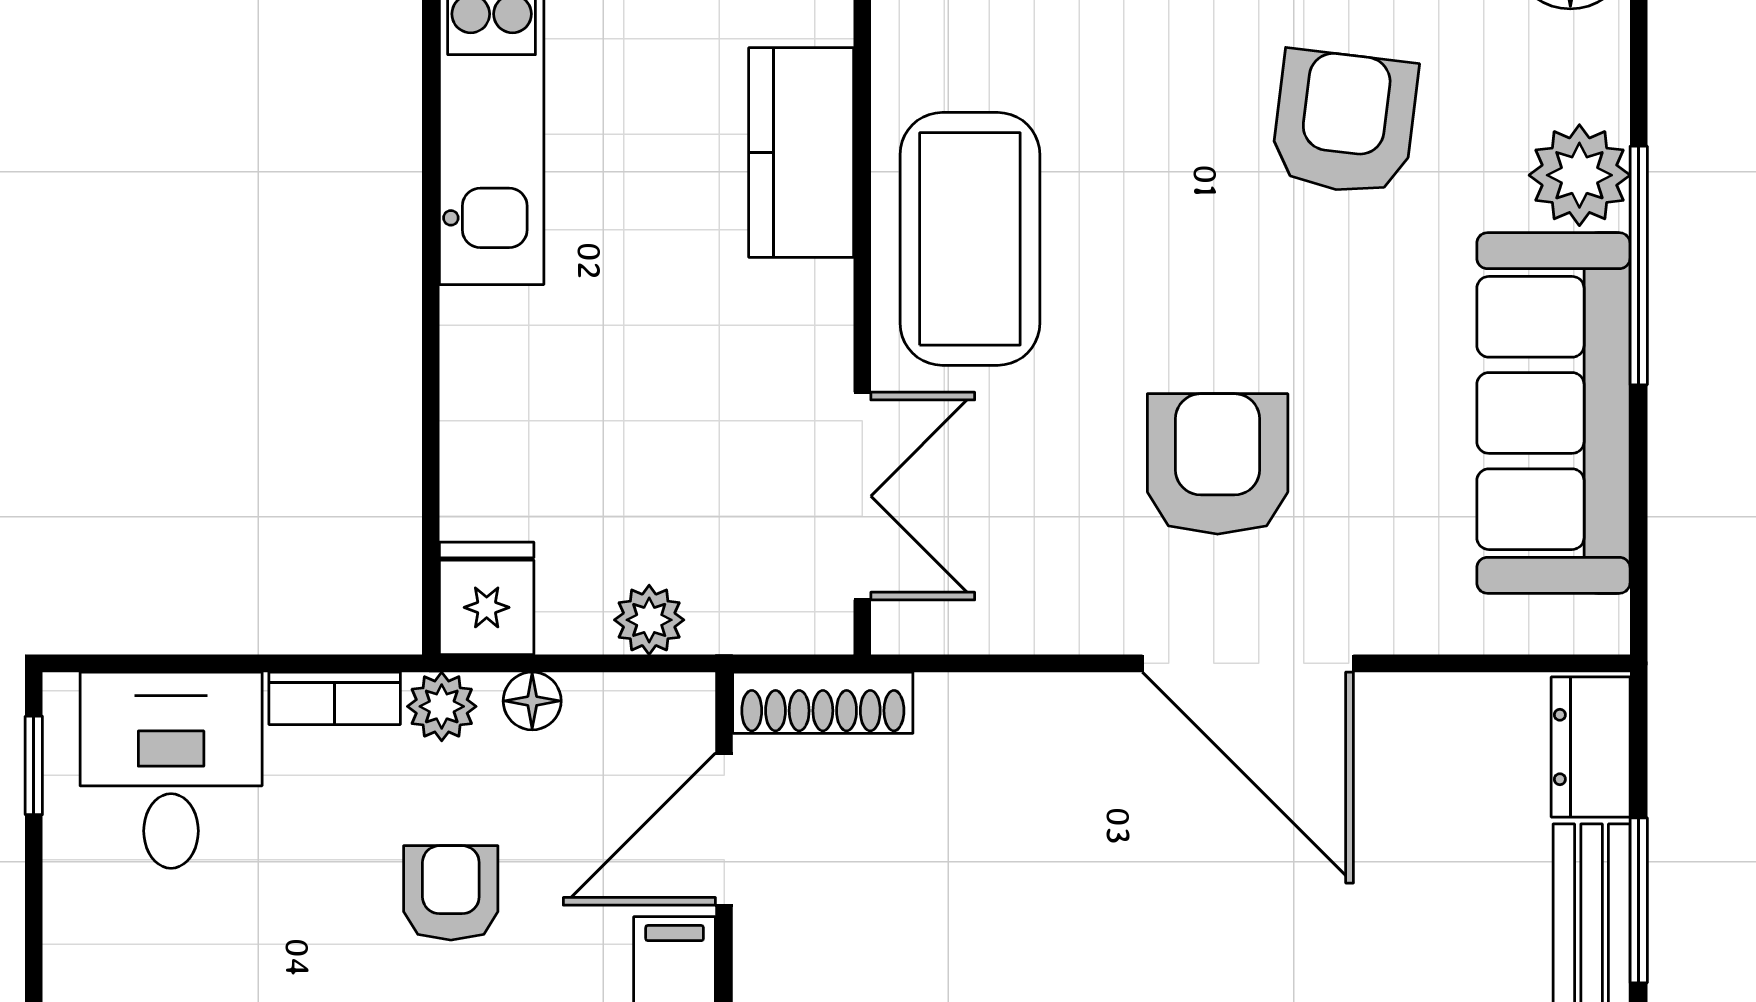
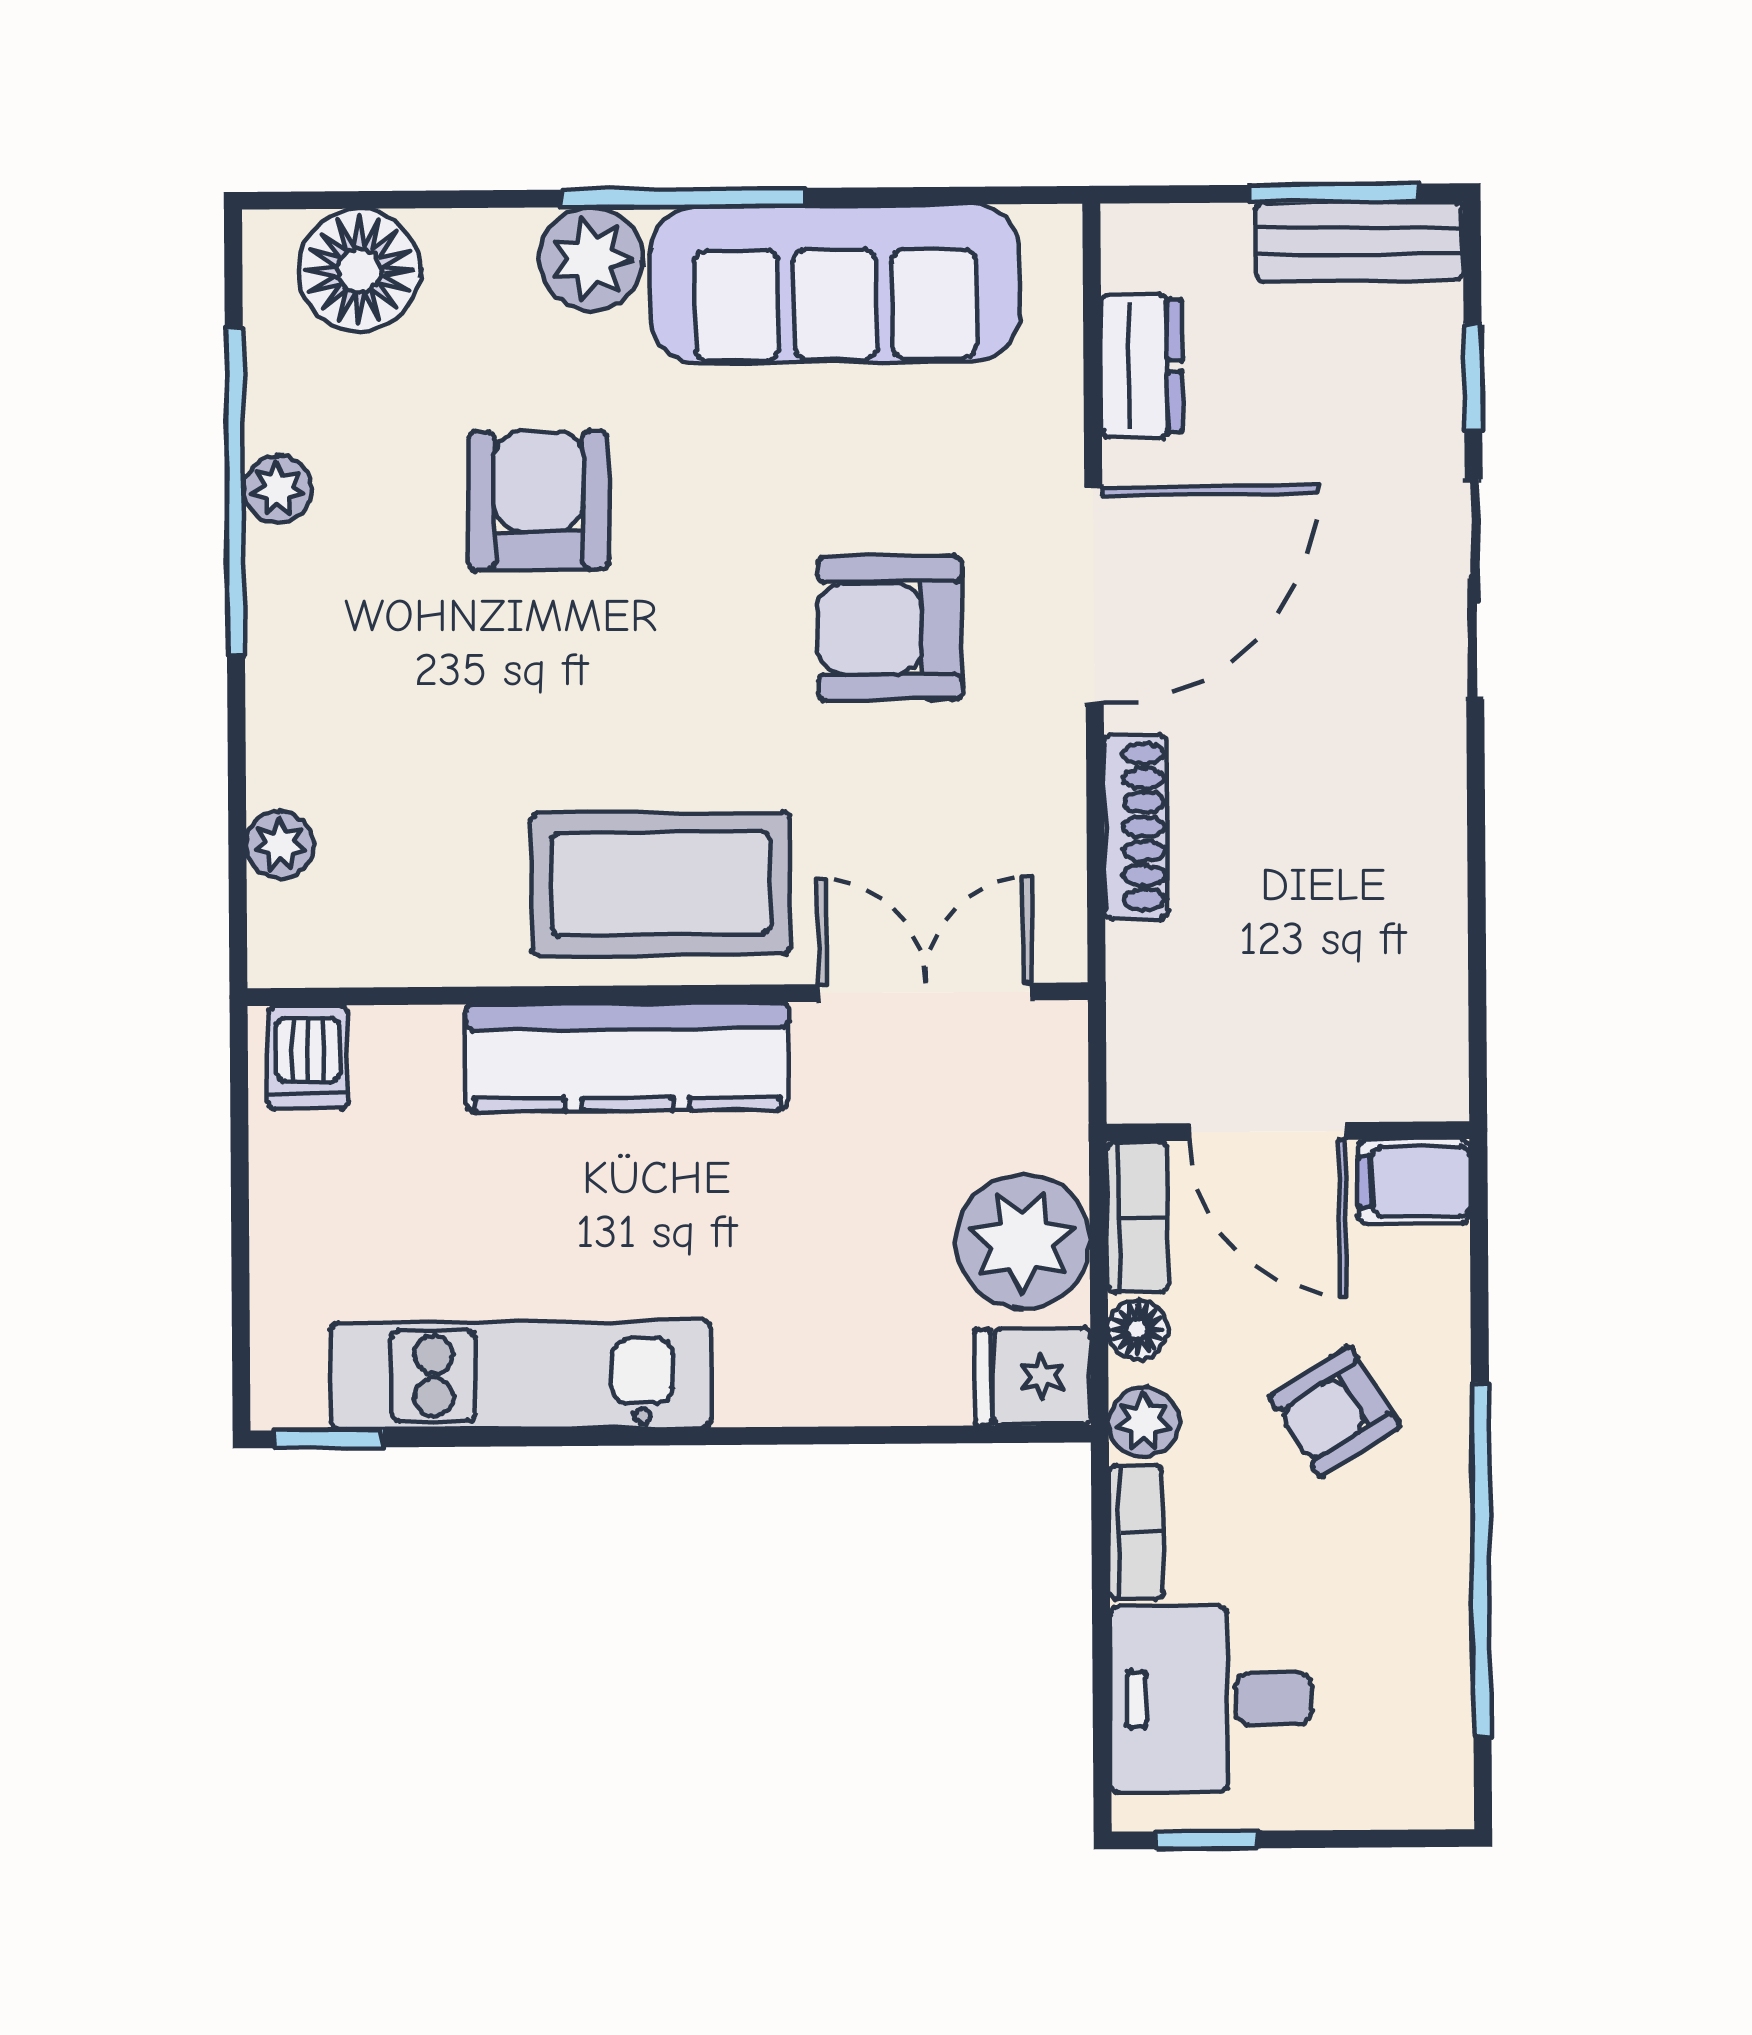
armchair: (1344, 123) -> (539, 501), turned 83
kitchen counter: (801, 153) -> (627, 1057), width x1.50
plant: (649, 620) -> (1023, 1241), width x1.88, depth x1.88
bookcase: (642, 701) -> (1137, 1217), added
shoe rack: (823, 703) -> (1136, 827), moved
dresser: (1591, 747) -> (1142, 366), moved, turned -90
armchair: (451, 893) -> (1335, 1411), turned -32

